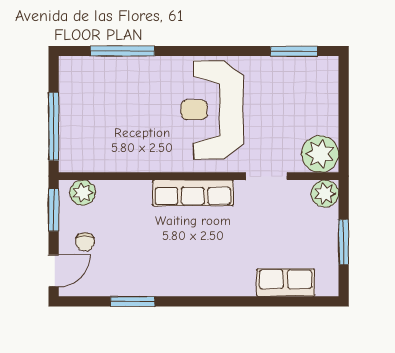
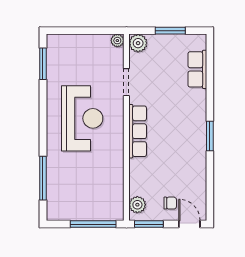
reception desk: (212, 110) -> (82, 118), turned -90
plant: (320, 154) -> (117, 41), width x0.53, depth x0.53
window: (133, 301) -> (210, 136), moved

